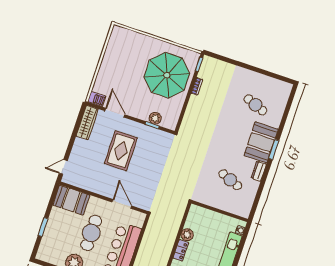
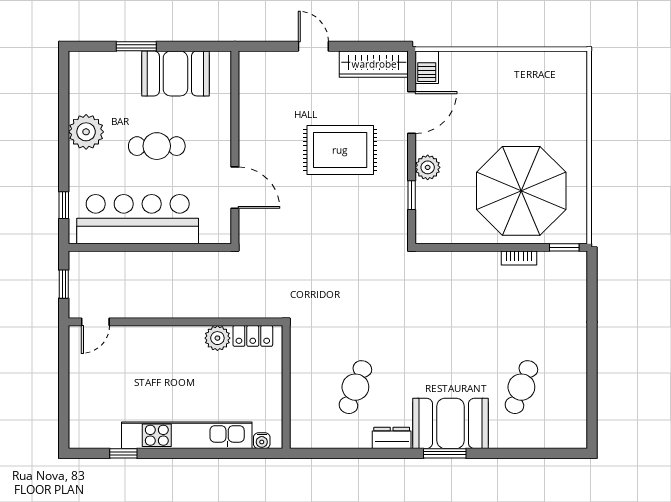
plant: (155, 118) -> (428, 167), moved
door: (63, 167) -> (313, 46), moved
booth: (71, 200) -> (175, 73), moved, turned 90
door: (122, 204) -> (235, 188), hinge flipped
cafe table: (91, 233) -> (157, 146), width x0.73, depth x0.74
locker: (181, 250) -> (253, 336), moved

